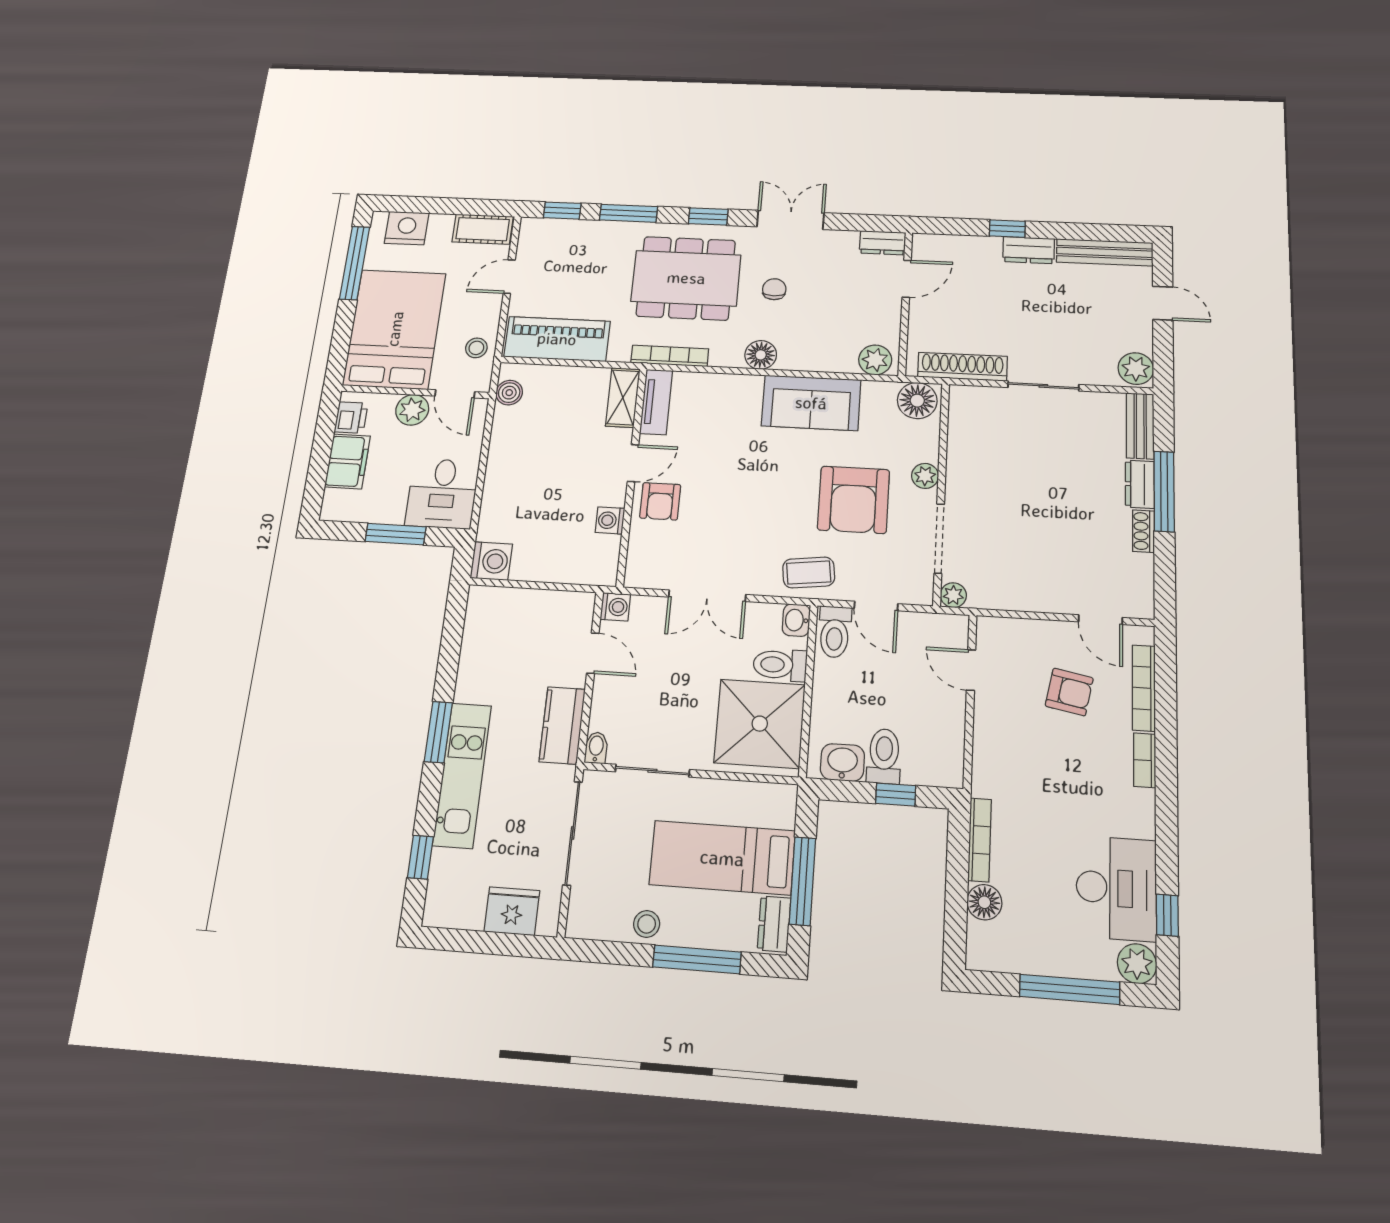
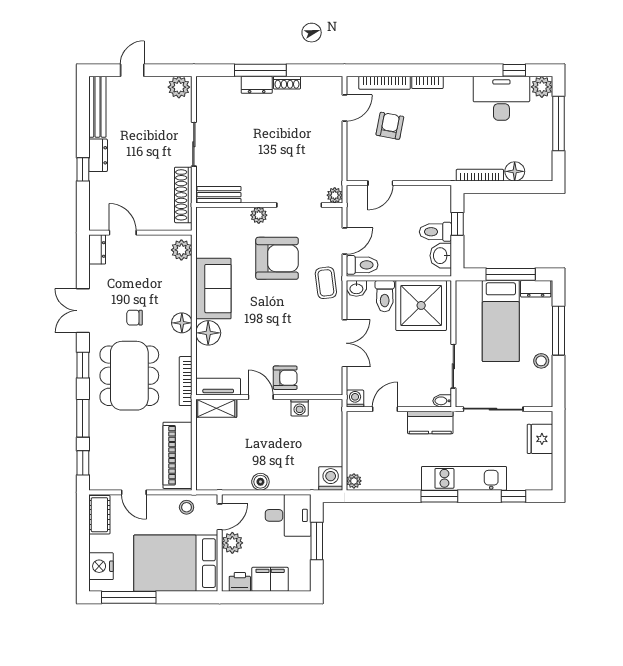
boiler: (509, 393) -> (260, 482), moved
floor lamp: (917, 401) -> (208, 333), moved
bench: (1140, 426) -> (219, 195), moved
plant: (482, 597) -> (354, 481), added

